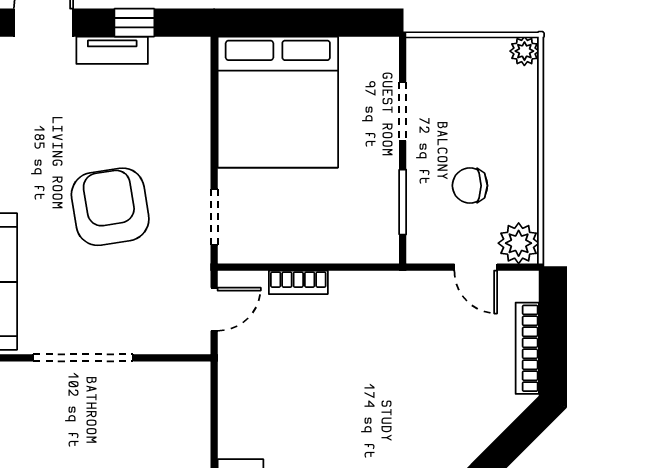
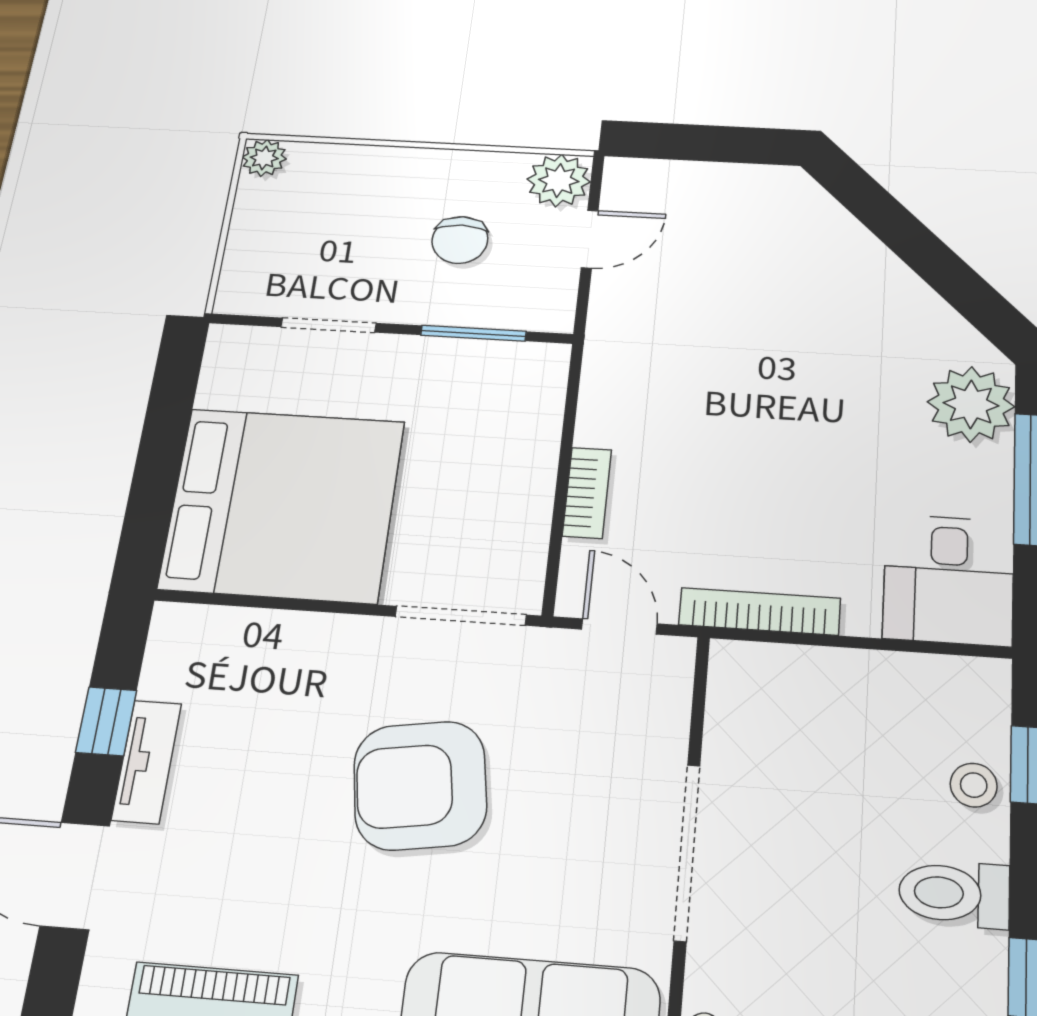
doorway: (214, 217) -> (461, 616), width x1.38
bookcase: (527, 348) -> (760, 612), moved, turned 180

